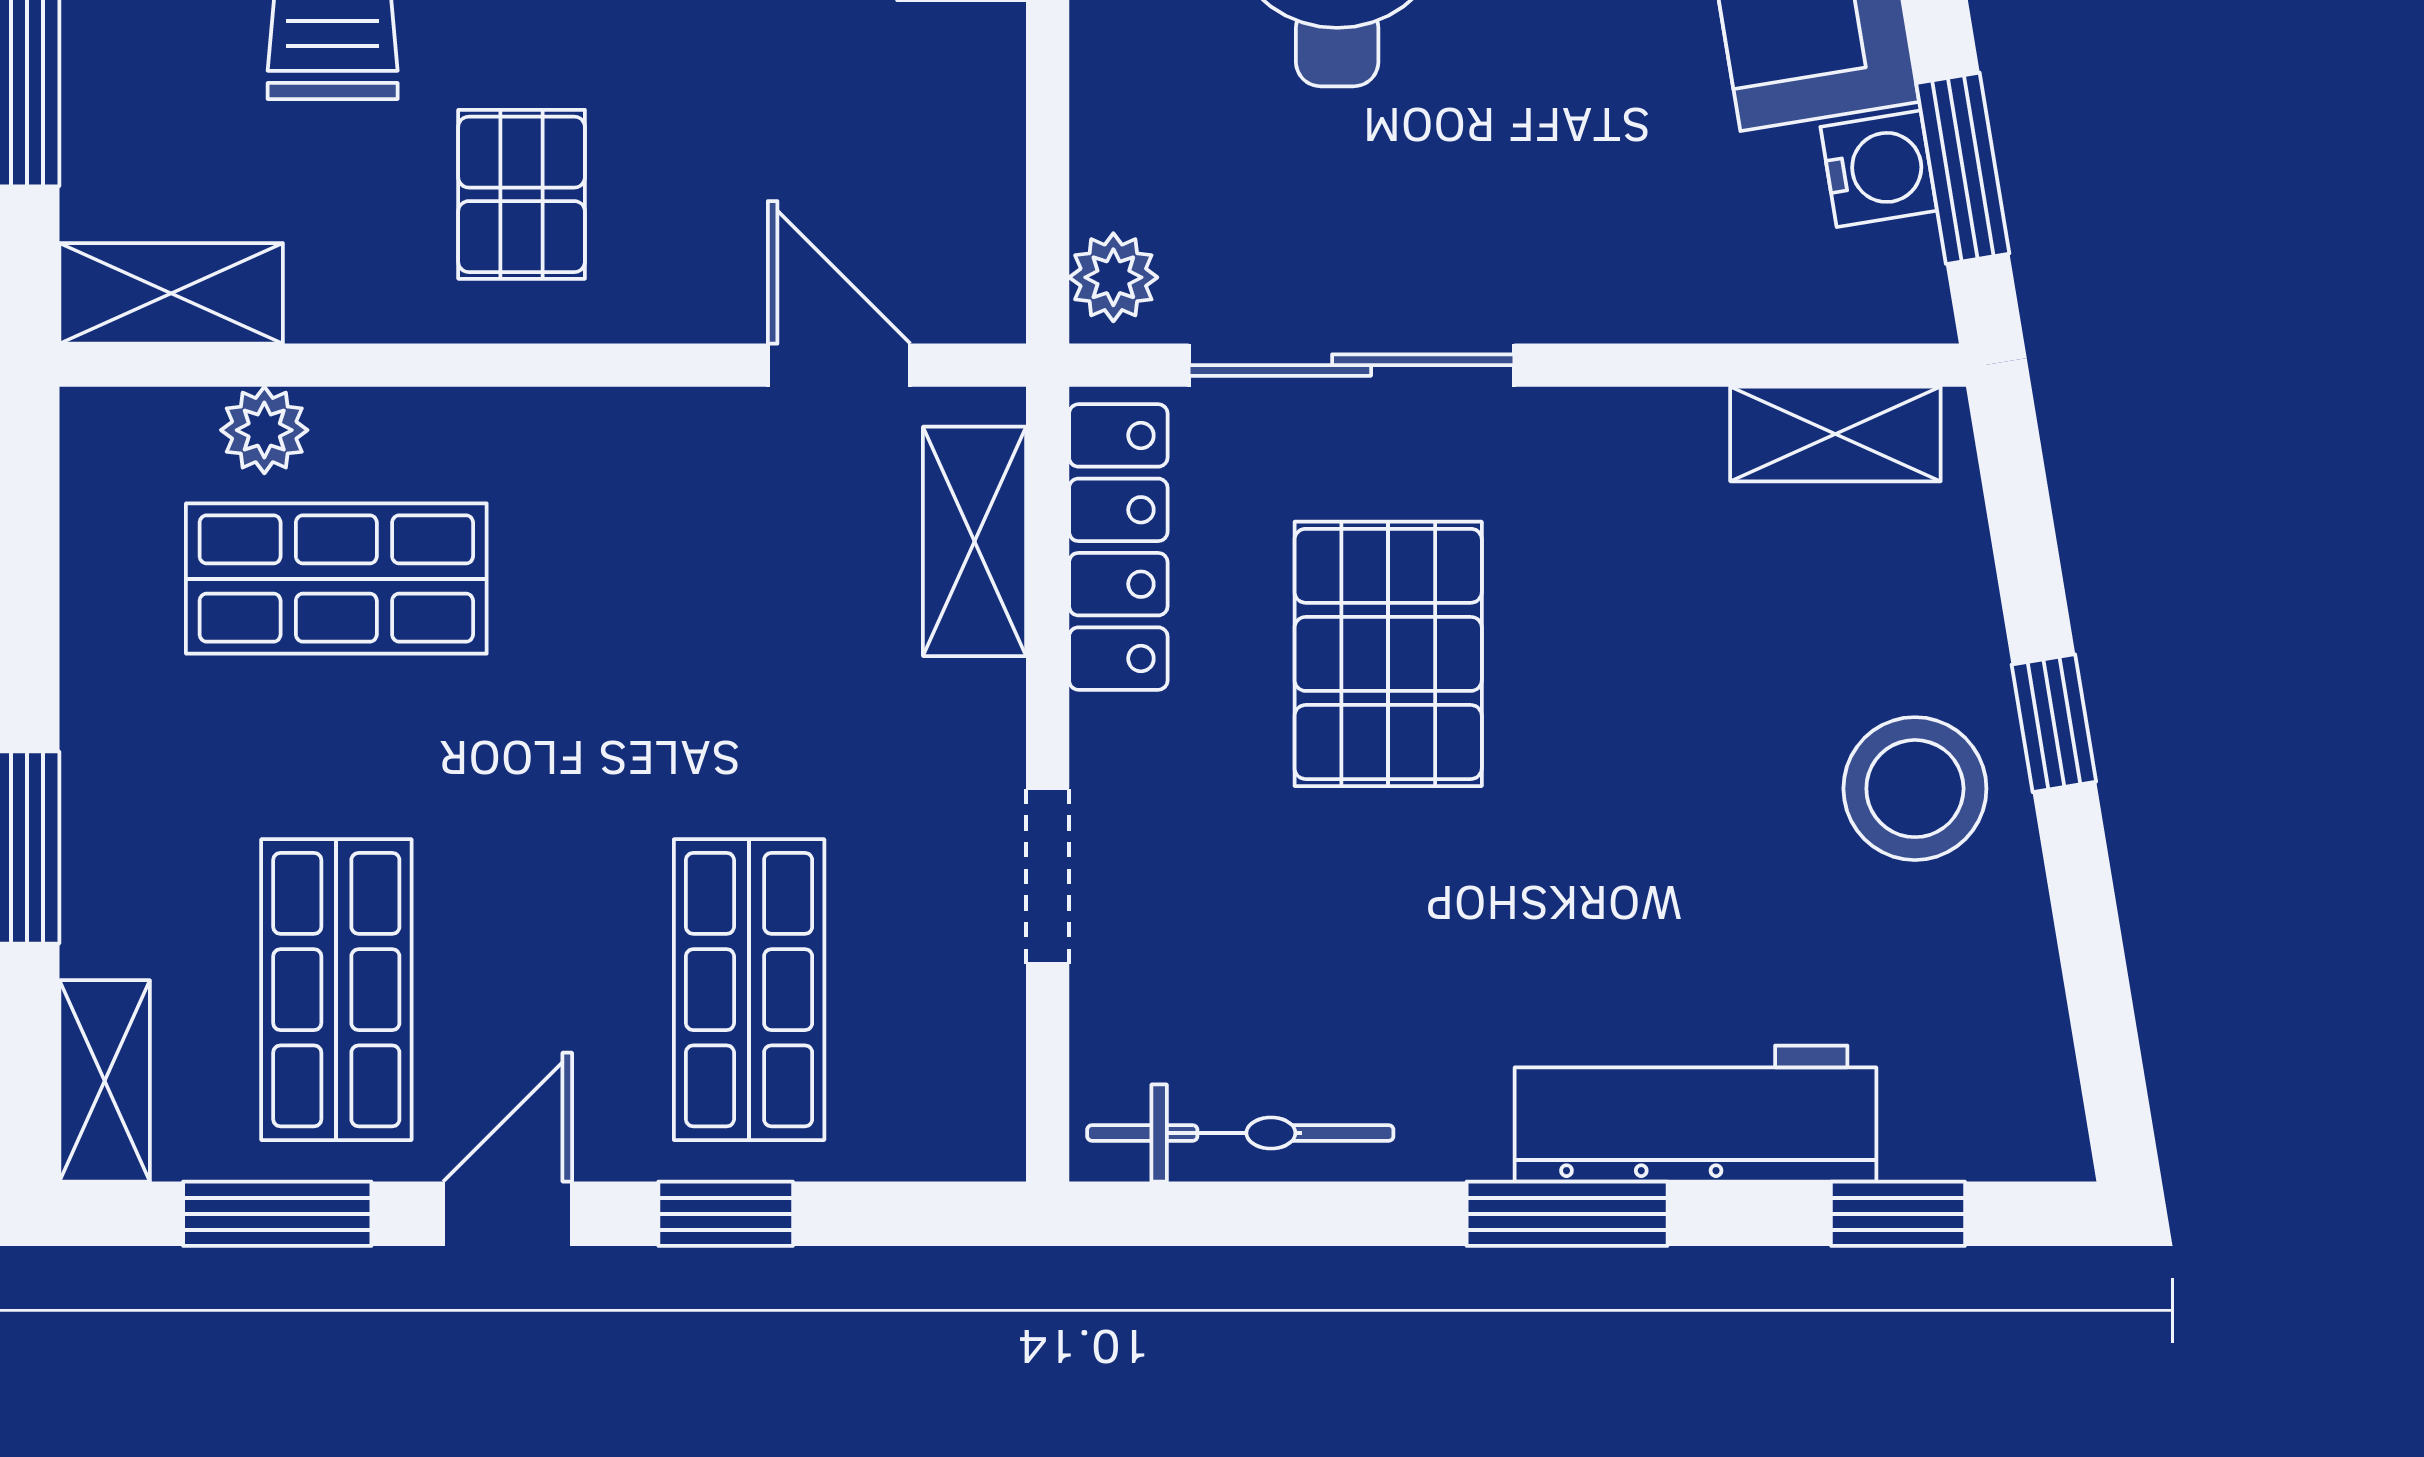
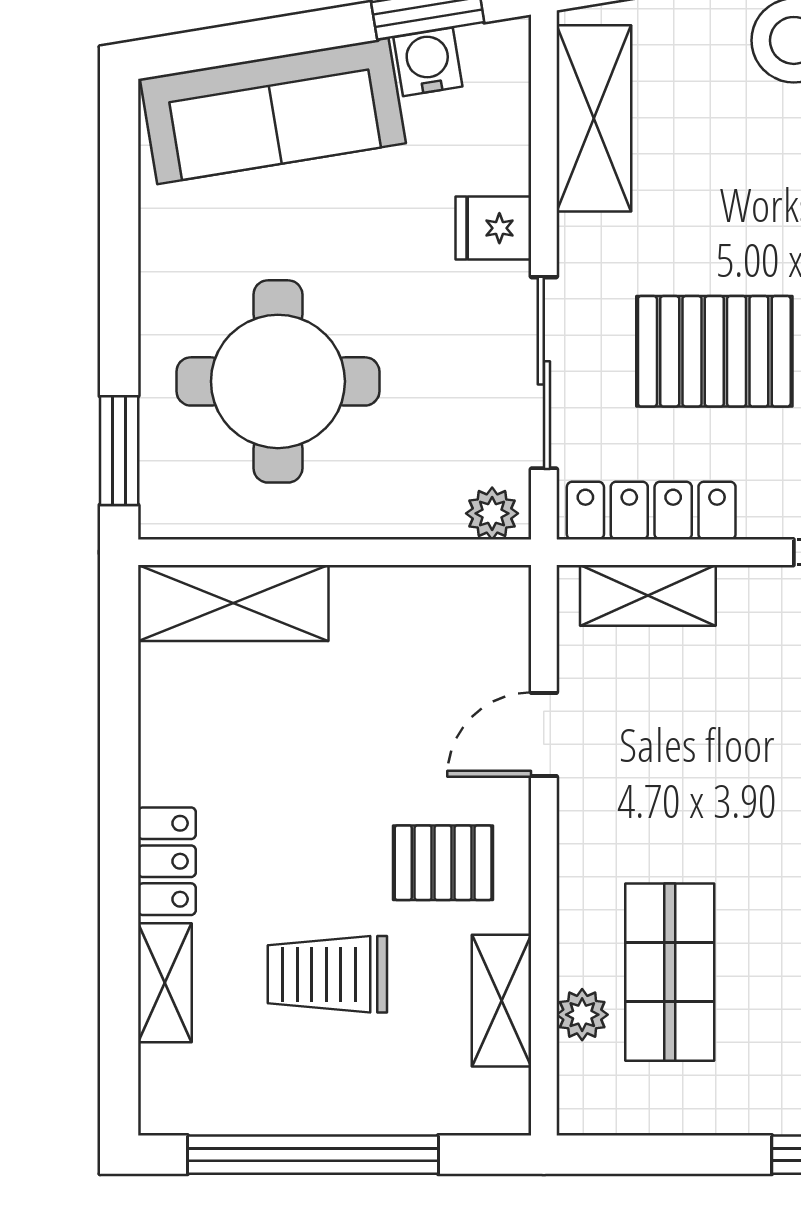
fridge: (1597, 280) -> (493, 228), added
shelving: (171, 293) -> (501, 1001), moved
door: (839, 365) -> (544, 735), moved
shelving: (1835, 434) -> (594, 118), width x1.50, depth x1.33

